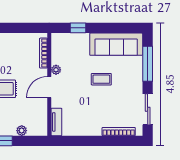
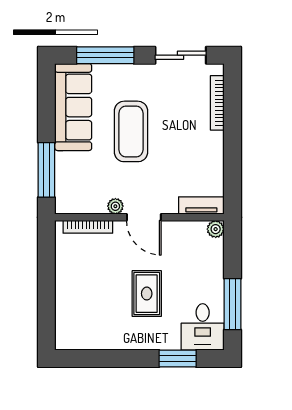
window: (78, 28) -> (46, 170), width x2.17
coffee table: (101, 79) -> (131, 131), width x1.86, depth x1.72
plant: (22, 131) -> (216, 229), moved

